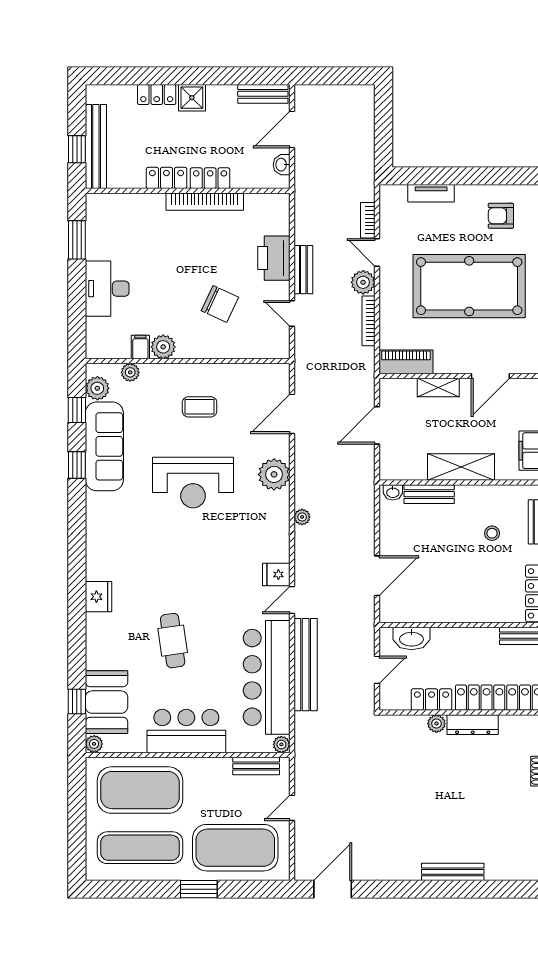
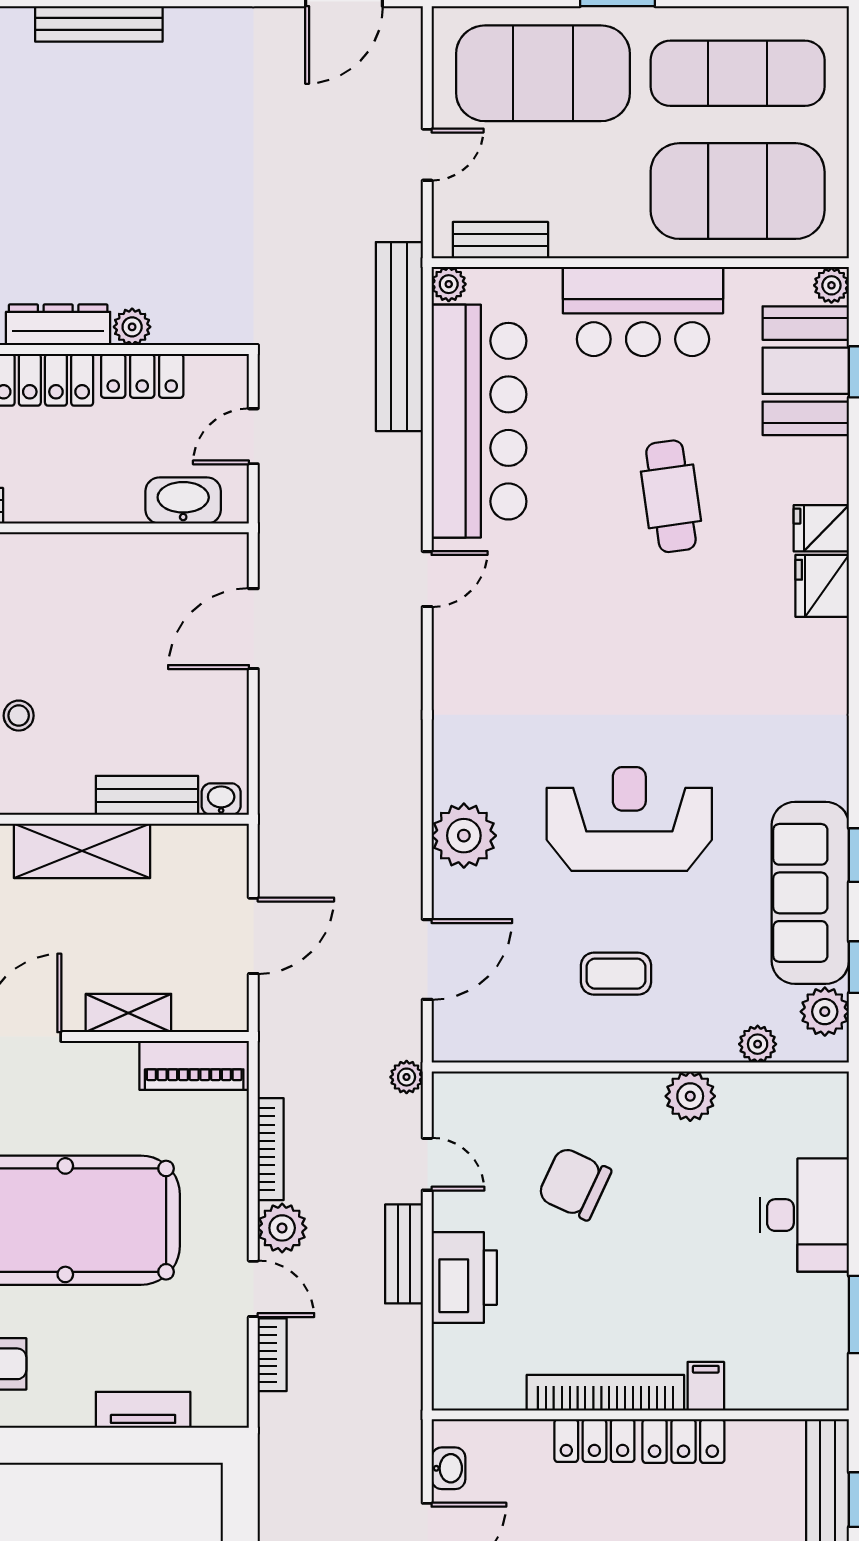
filing cabinet: (140, 347) -> (706, 1386), moved, turned 180
plant: (302, 517) -> (407, 1077), moved
fridge: (276, 574) -> (821, 528), moved, turned 180
bench: (306, 665) -> (399, 337), moved

